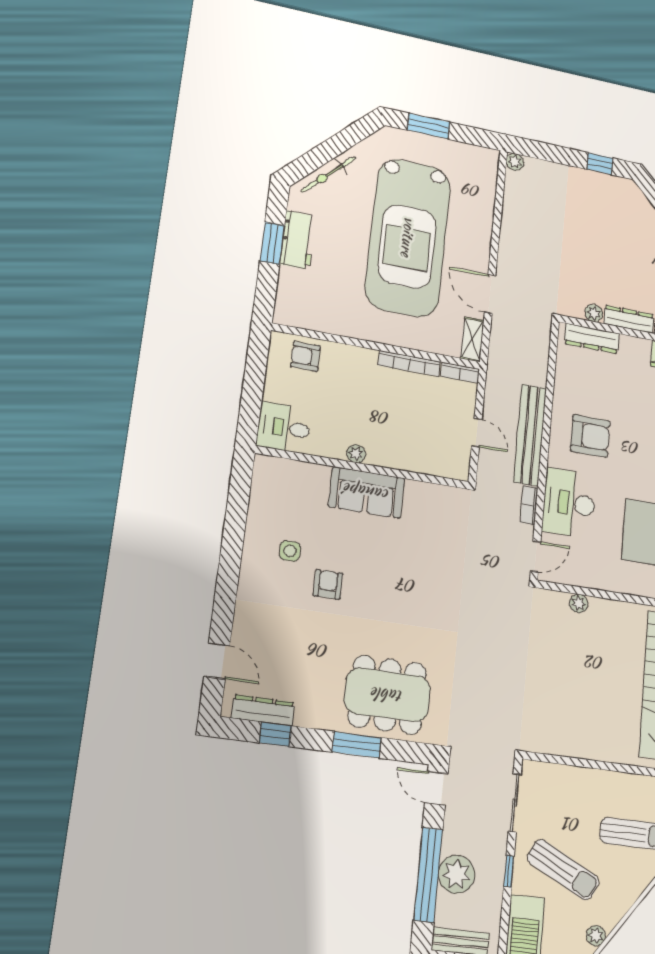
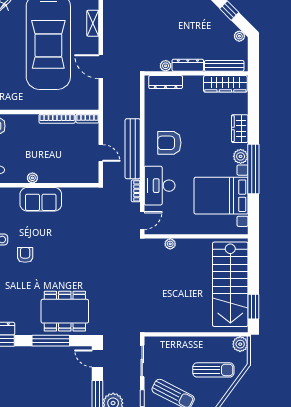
shelving: (472, 339) -> (93, 23), moved
armchair: (590, 436) -> (169, 143), turned 180
window: (357, 745) -> (51, 341), width x1.44

